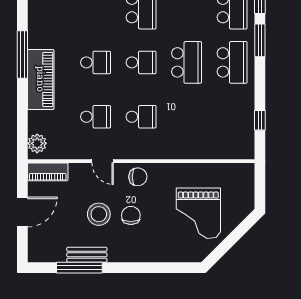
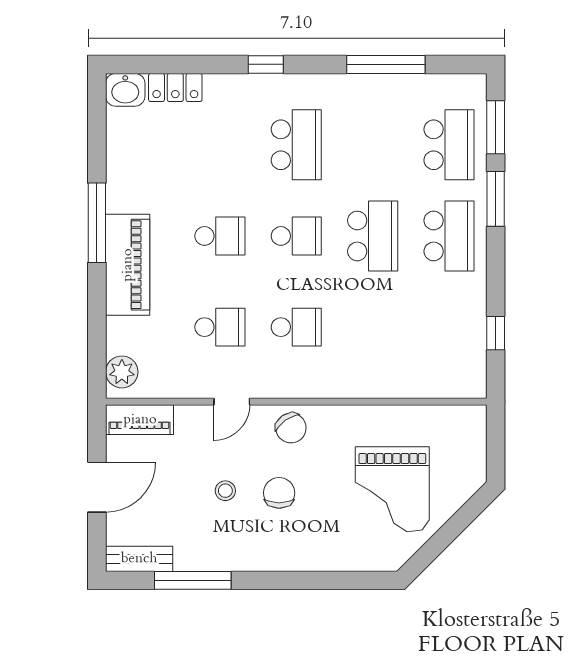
door: (103, 161) -> (232, 402), hinge flipped
chair: (138, 177) -> (291, 428), turned 55
stool: (99, 214) -> (225, 491), width x0.53, depth x0.53
bench: (87, 255) -> (139, 559), moved

